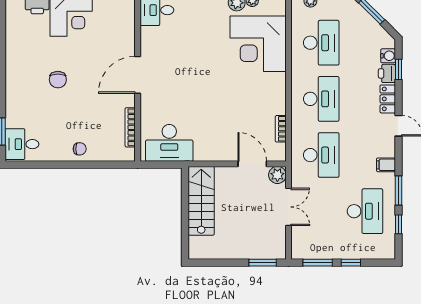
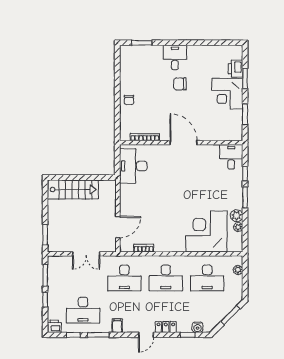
printer: (387, 73) -> (54, 326), moved
desk: (22, 144) -> (175, 57), moved
plant: (277, 175) -> (110, 246), removed
stairs: (201, 201) -> (73, 190), moved

